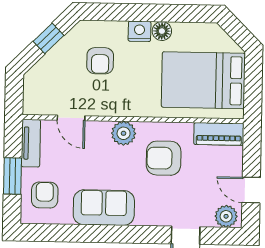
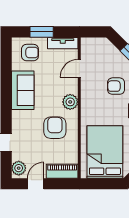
piano: (219, 134) -> (62, 171), moved, turned 90

